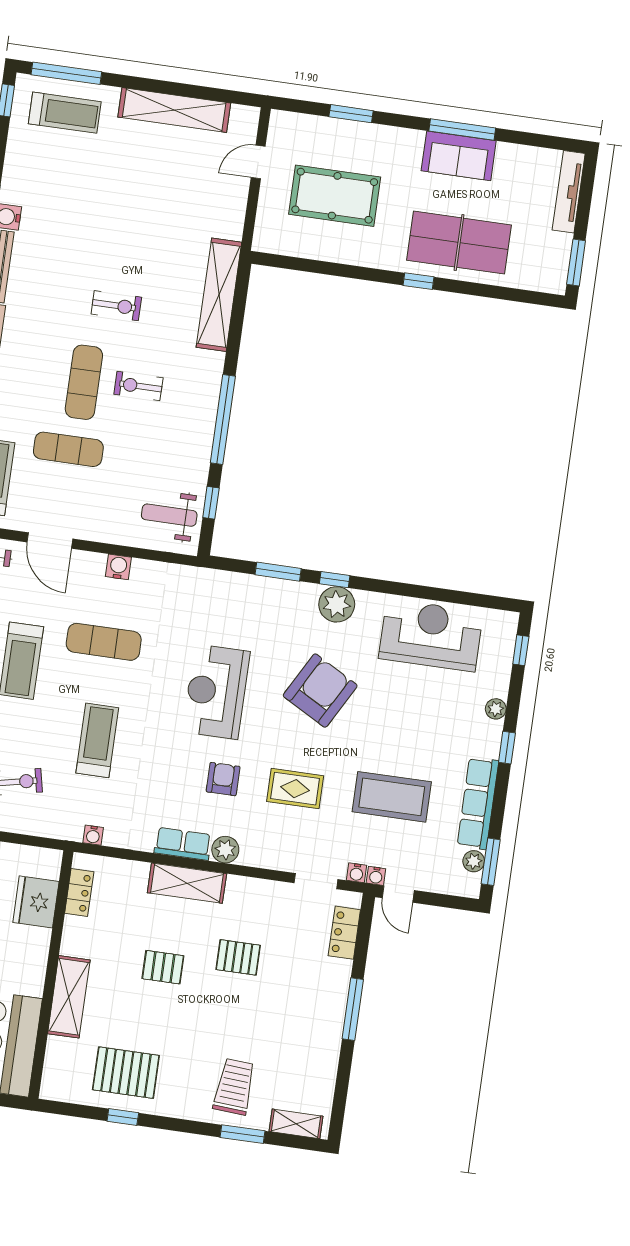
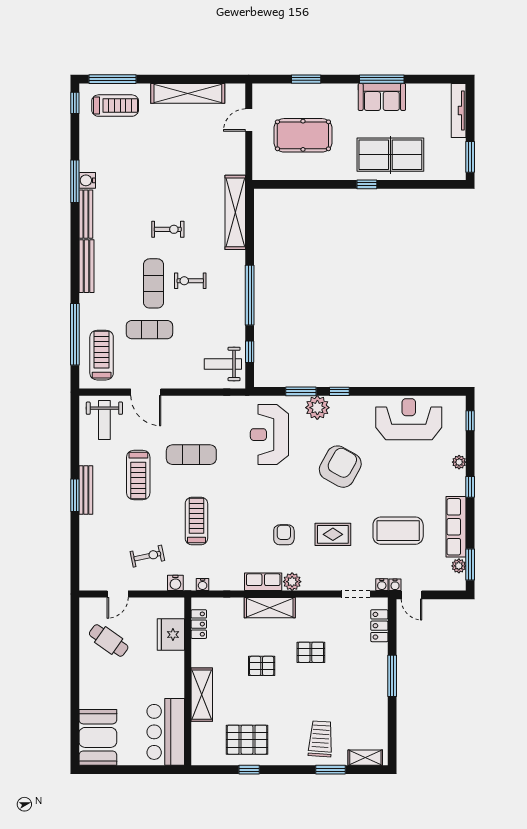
water cooler: (118, 567) -> (175, 583), moved, turned 180
plant: (337, 604) -> (317, 408), moved
reception desk: (216, 692) -> (269, 435), moved

